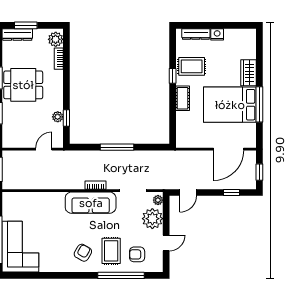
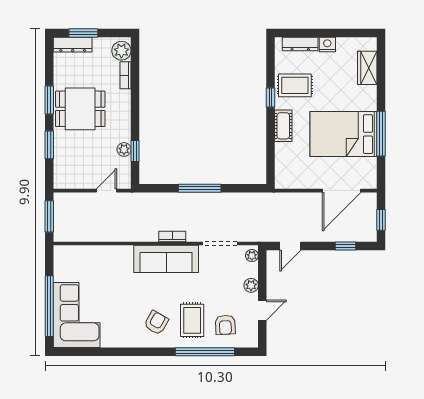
wardrobe: (248, 73) -> (367, 68), moved
plant: (152, 219) -> (251, 285), width x0.53, depth x0.53
armchair: (137, 254) -> (225, 325), turned -93

